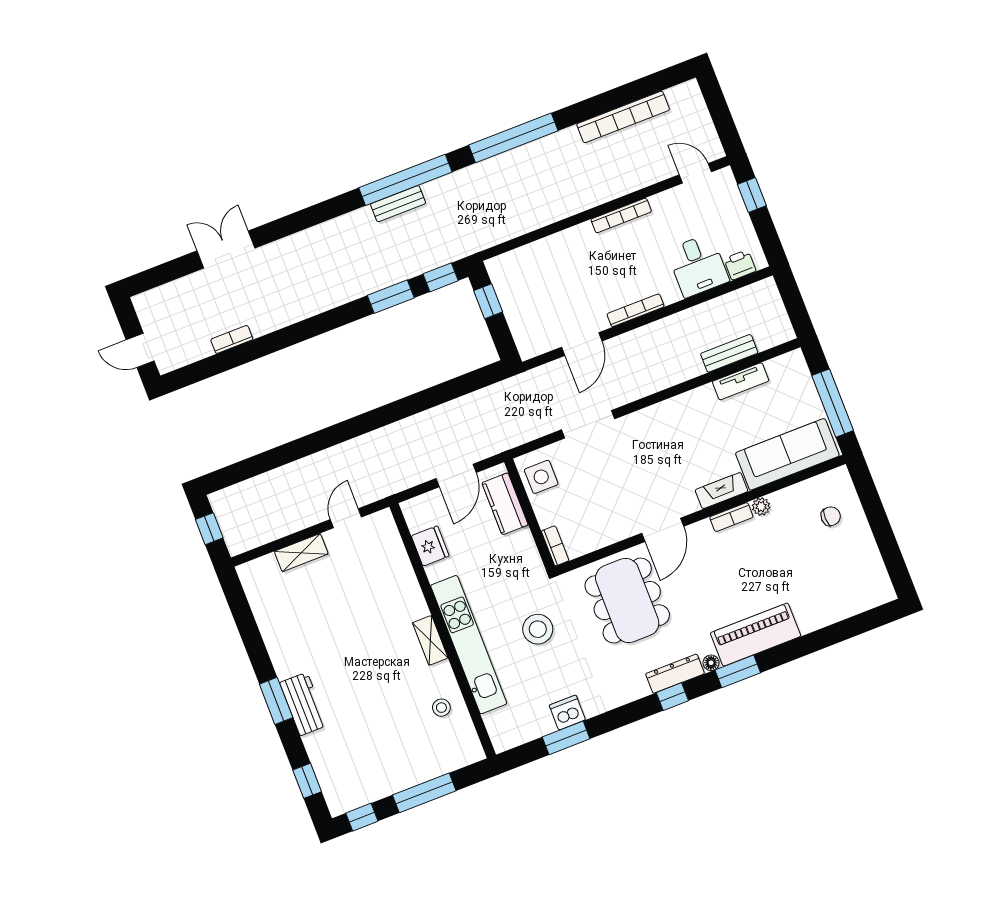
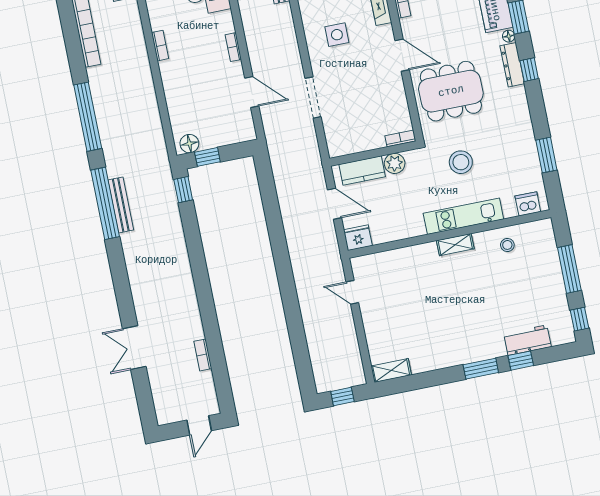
bench: (398, 204) -> (121, 205), width x1.36
bookcase: (621, 215) -> (160, 46), width x0.64
floor lamp: (501, 275) -> (189, 144), added
window: (391, 297) -> (191, 230), removed
bookcase: (636, 310) -> (233, 47), width x0.64
side table: (541, 477) -> (337, 35), moved
plant: (521, 544) -> (395, 163), added
fridge: (430, 546) -> (358, 238), moved
shelving: (301, 553) -> (391, 370), moved, turned 90
kitchen unit: (469, 645) -> (463, 216), width x0.73
workbench: (304, 704) -> (527, 340), moved
dishwasher: (567, 713) -> (528, 204), moved, turned 90
window: (307, 781) -> (521, 361), moved

